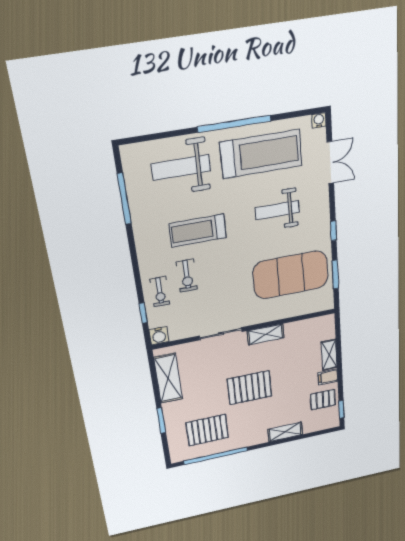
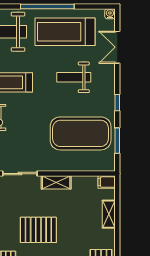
treadmill: (261, 154) -> (65, 32), turned 180
double door: (330, 163) -> (117, 47), swing flipped
filing cabinet: (328, 377) -> (107, 182), moved

